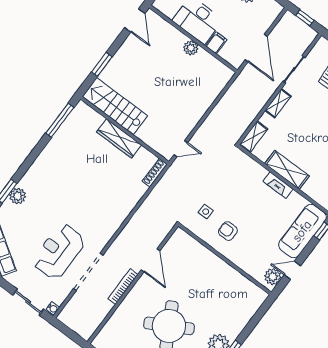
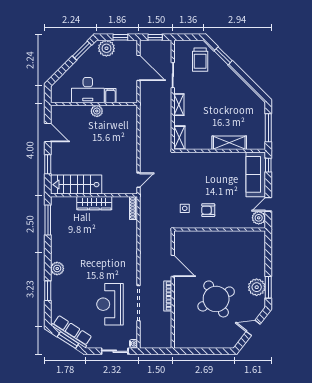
door: (135, 20) -> (48, 133), moved
door: (256, 48) -> (139, 68), moved
shelving: (287, 170) -> (229, 143), moved
fireplace: (278, 185) -> (218, 157), removed
plant: (18, 196) -> (57, 268), moved

